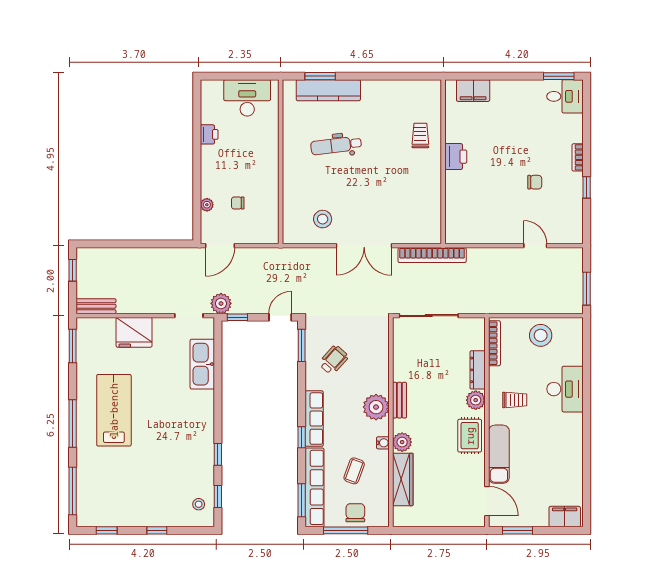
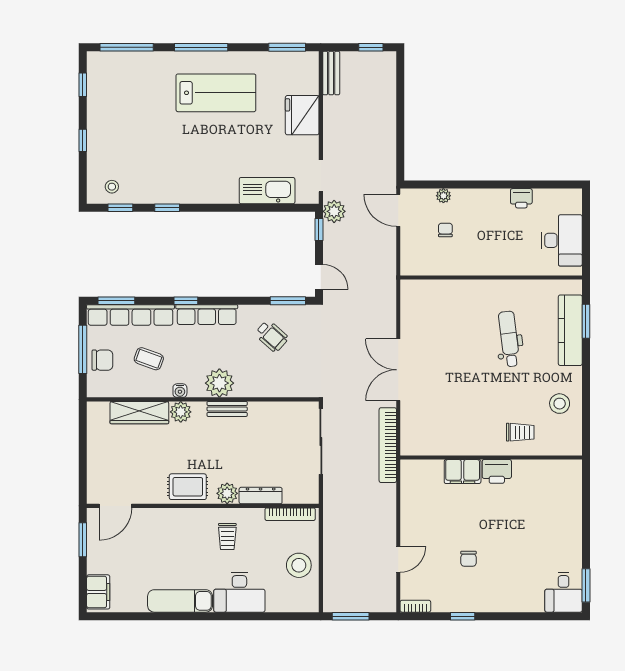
filing cabinet: (473, 91) -> (463, 472), moved, turned -90
bookcase: (578, 157) -> (415, 606), moved
stool: (323, 219) -> (560, 404), moved
exam couch: (499, 454) -> (180, 601), moved, turned 180

